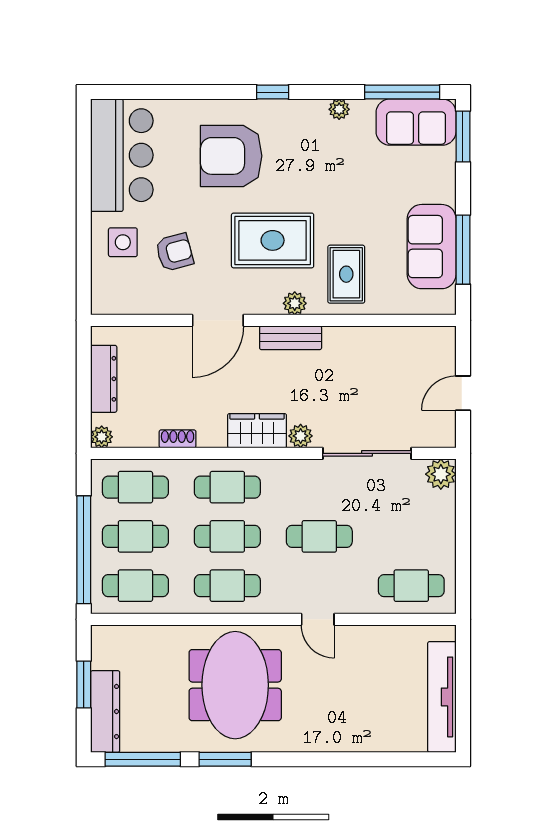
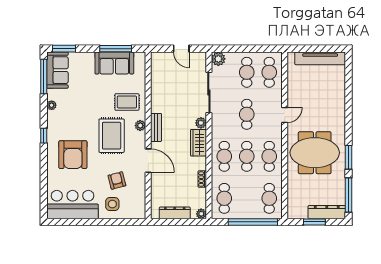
cafe table: (135, 536) -> (247, 72), moved

